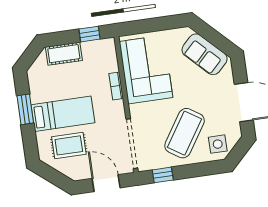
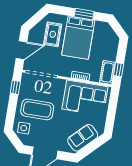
cot: (64, 54) -> (107, 72), moved
bed: (63, 114) -> (78, 38), width x1.50
coffee table: (185, 133) -> (37, 109), turned -33

